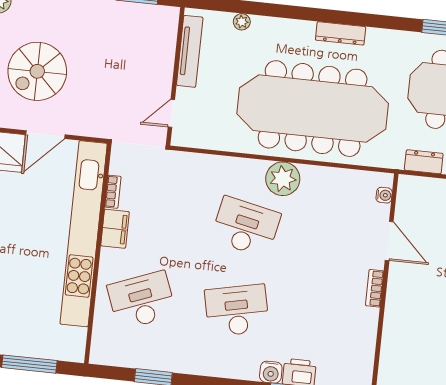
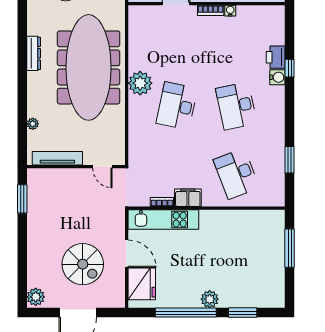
water cooler: (384, 195) -> (230, 11), moved
kitchen unit: (84, 234) -> (163, 220), width x0.54

